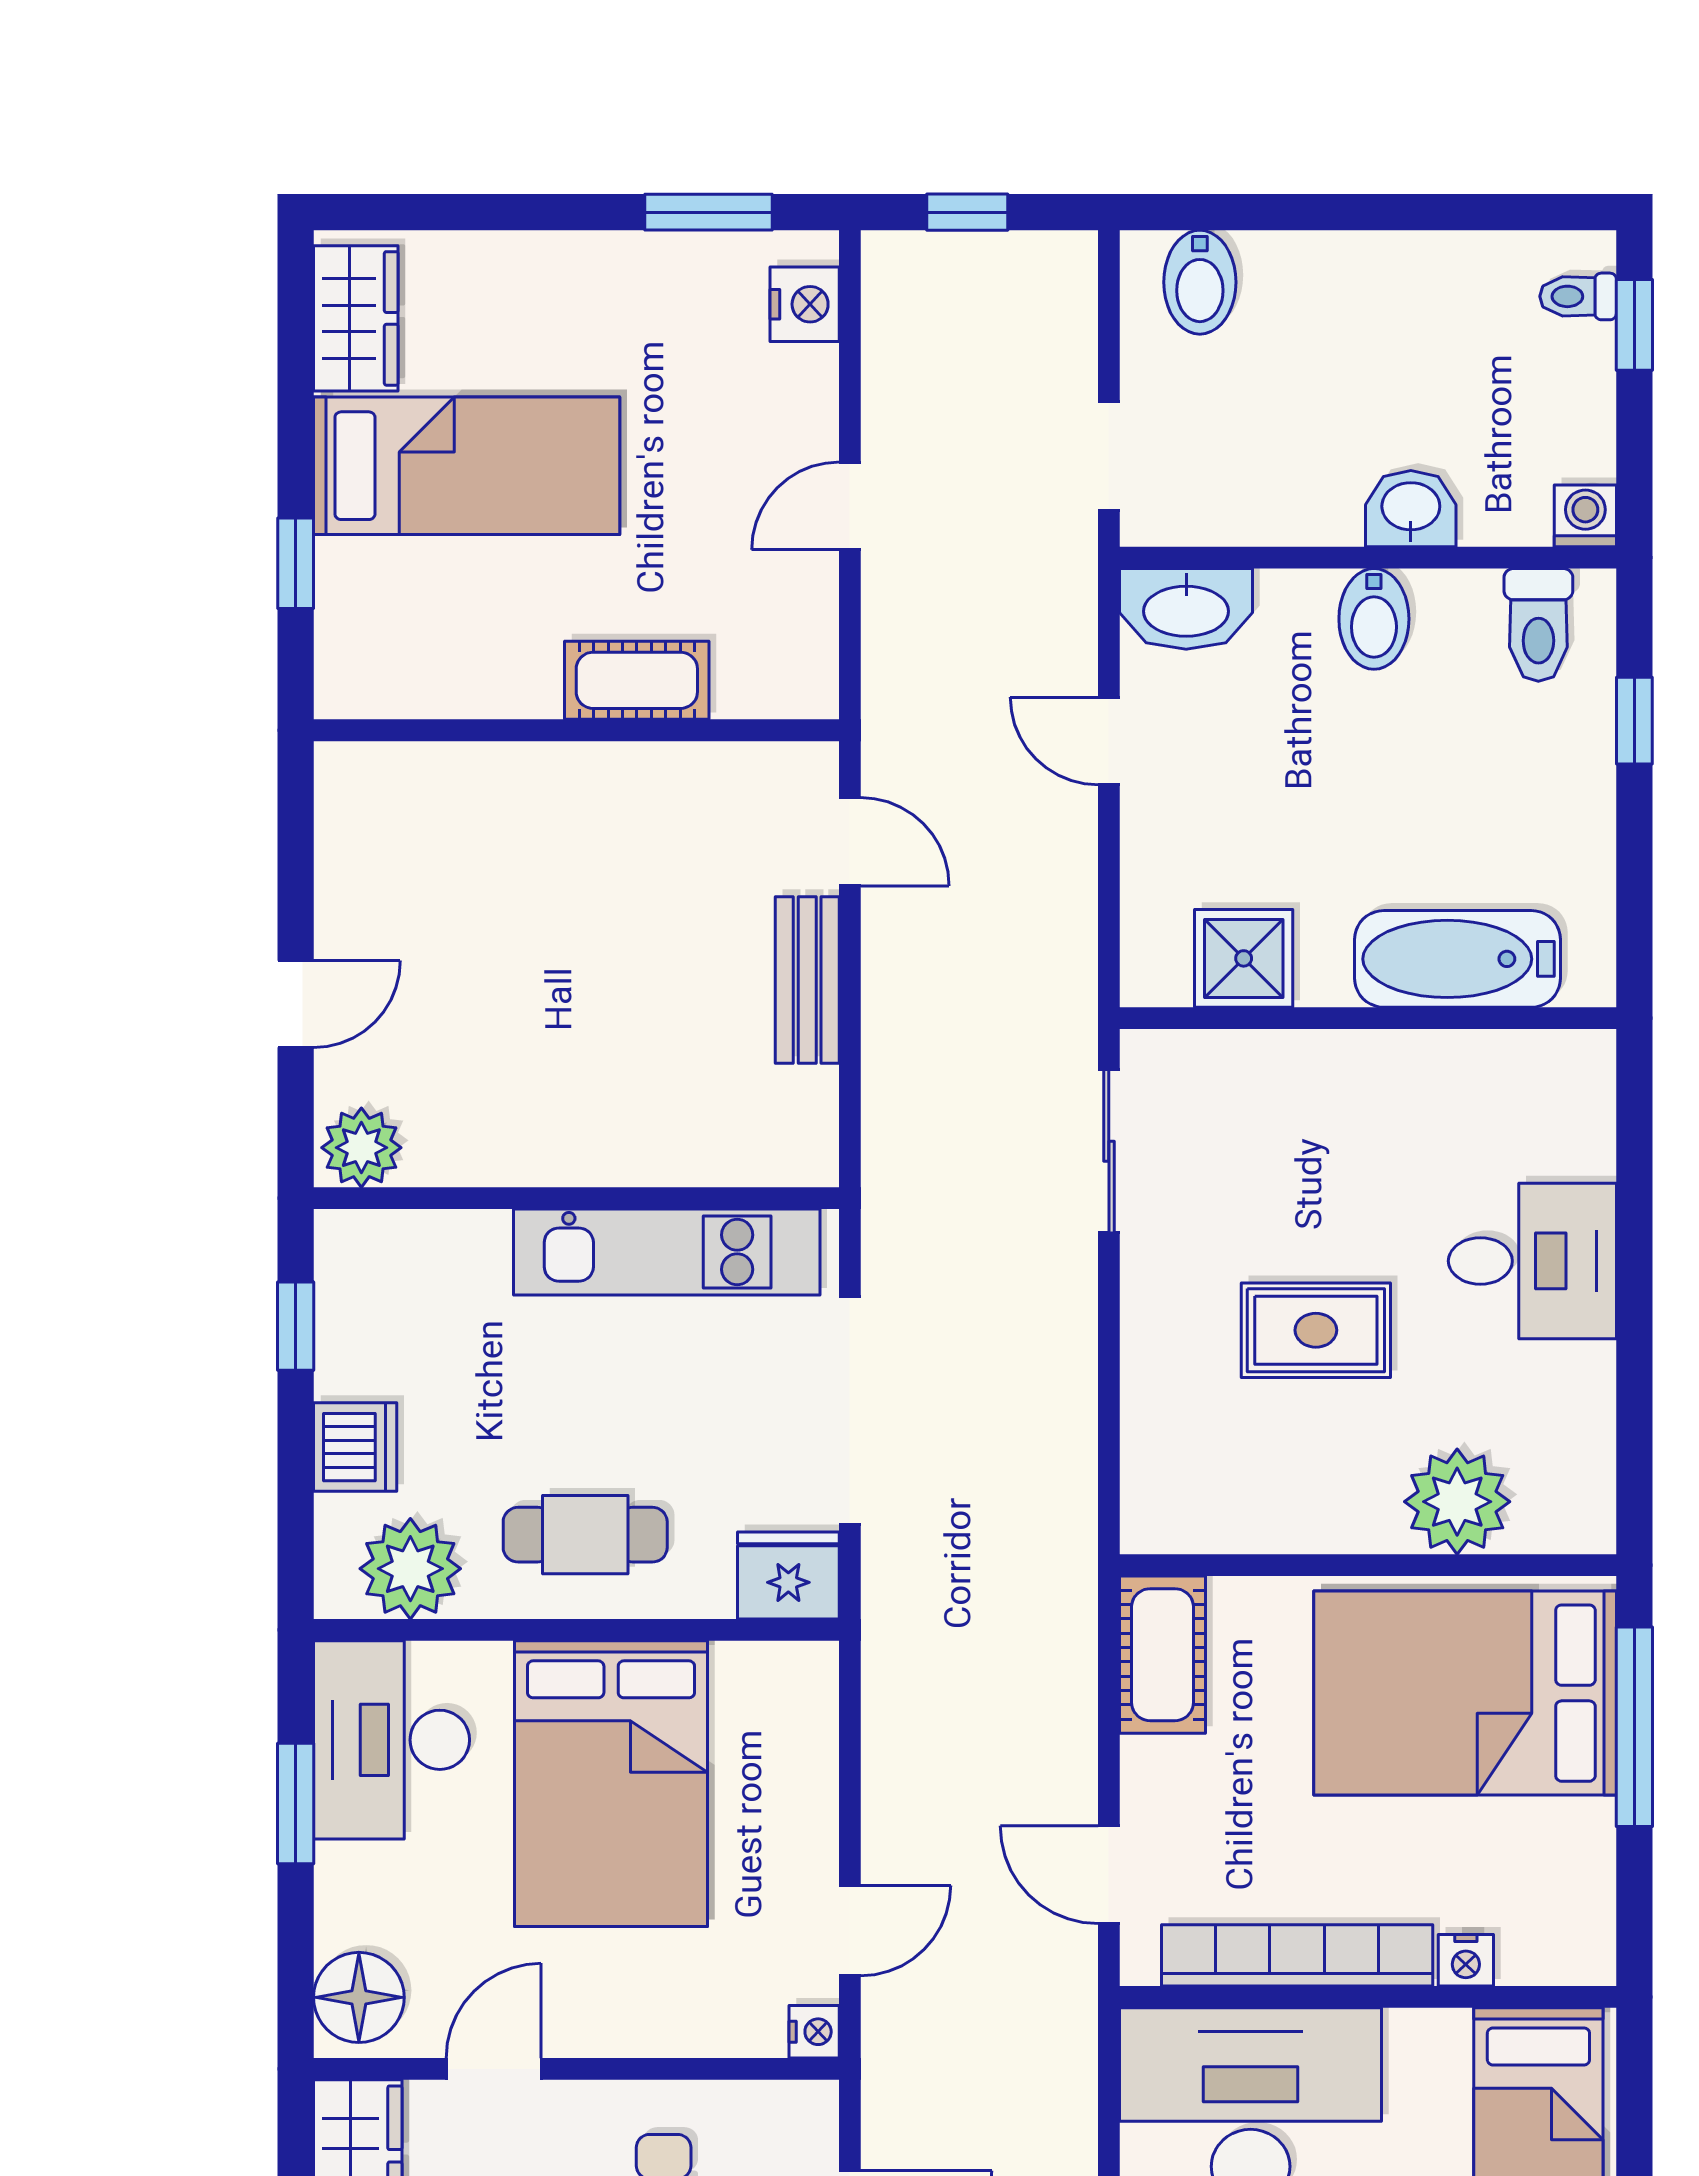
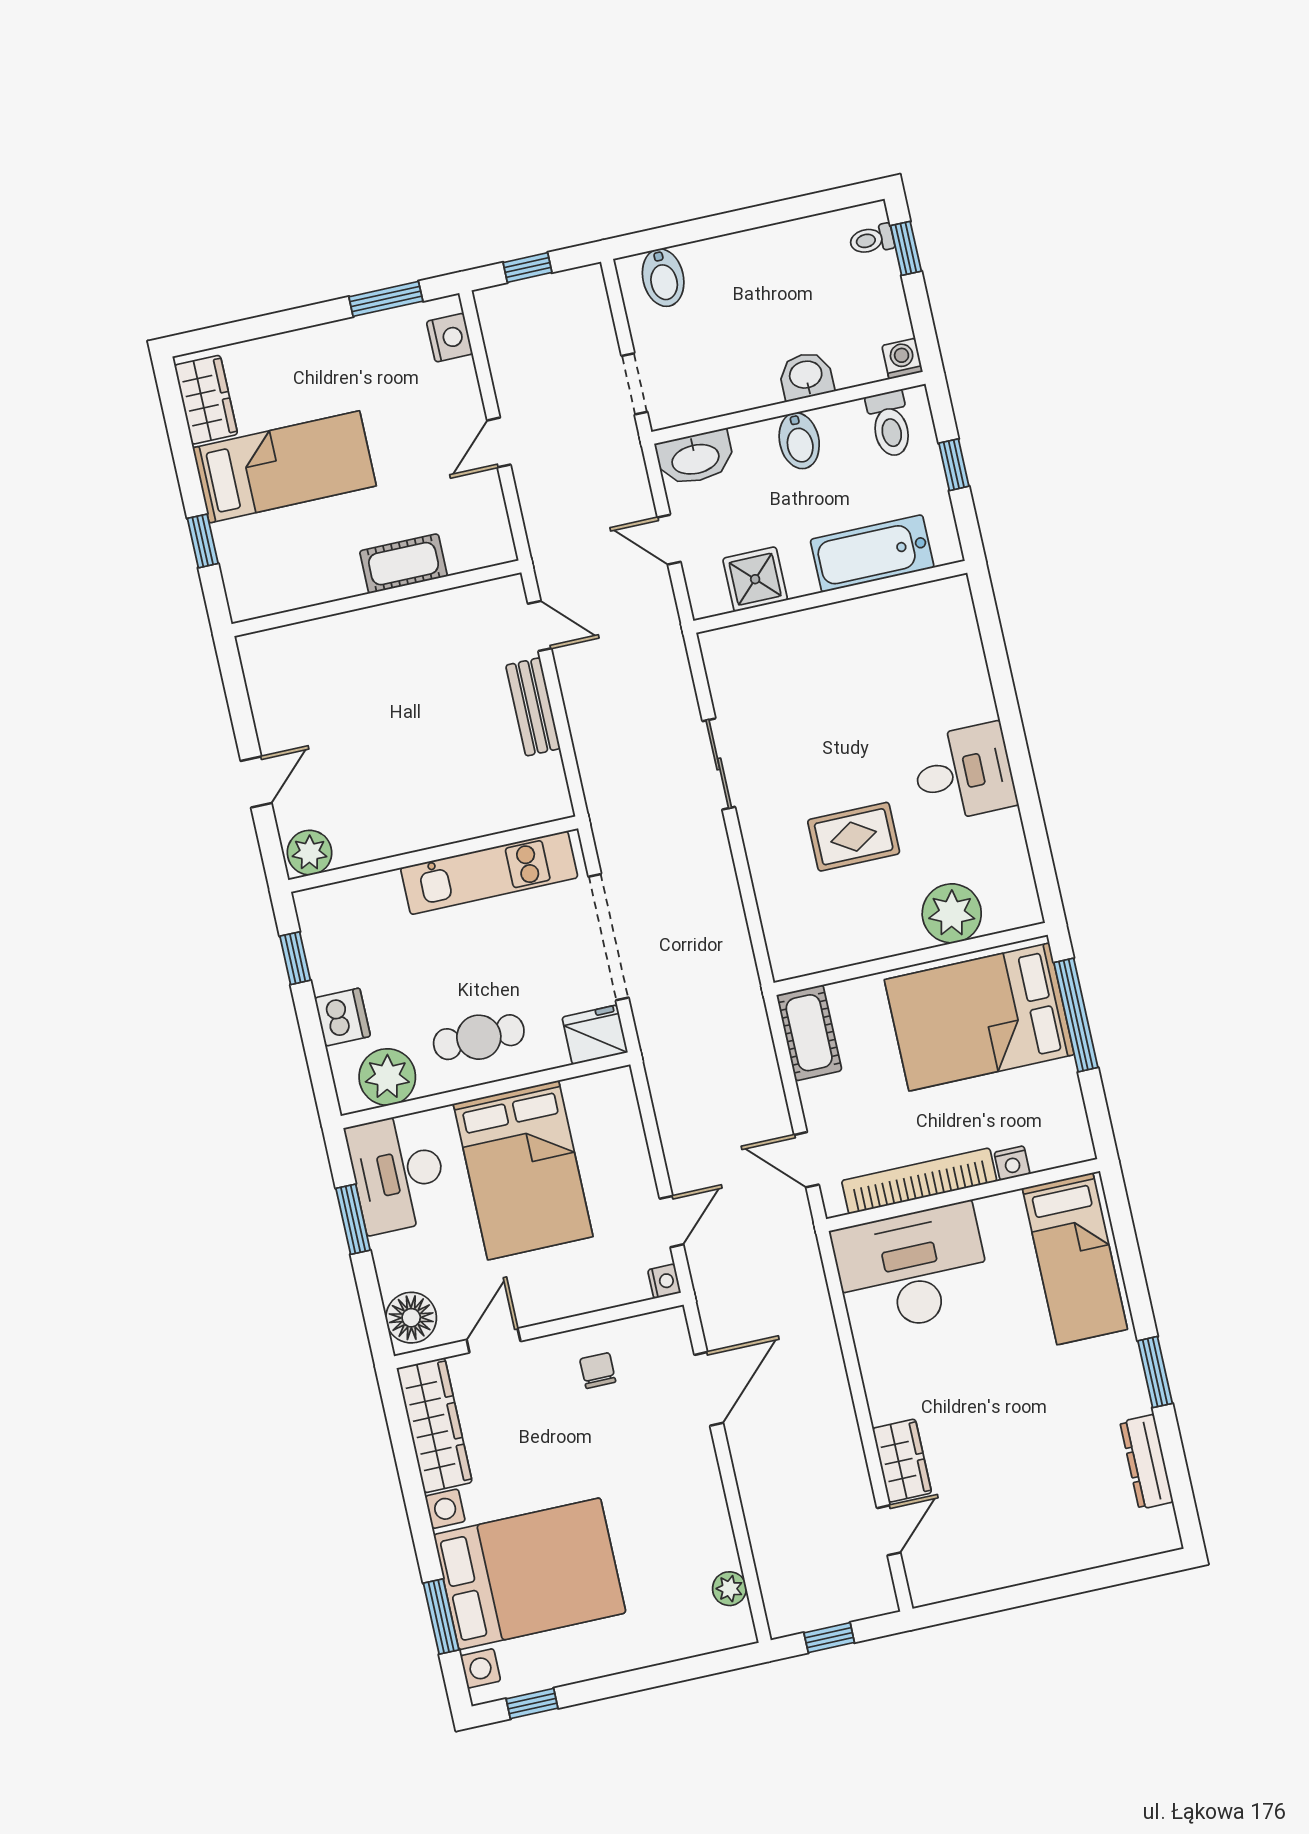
shower: (1244, 958) -> (755, 579), moved
bathtub: (1458, 959) -> (872, 554), moved
wall: (1368, 1018) -> (830, 597), moved

